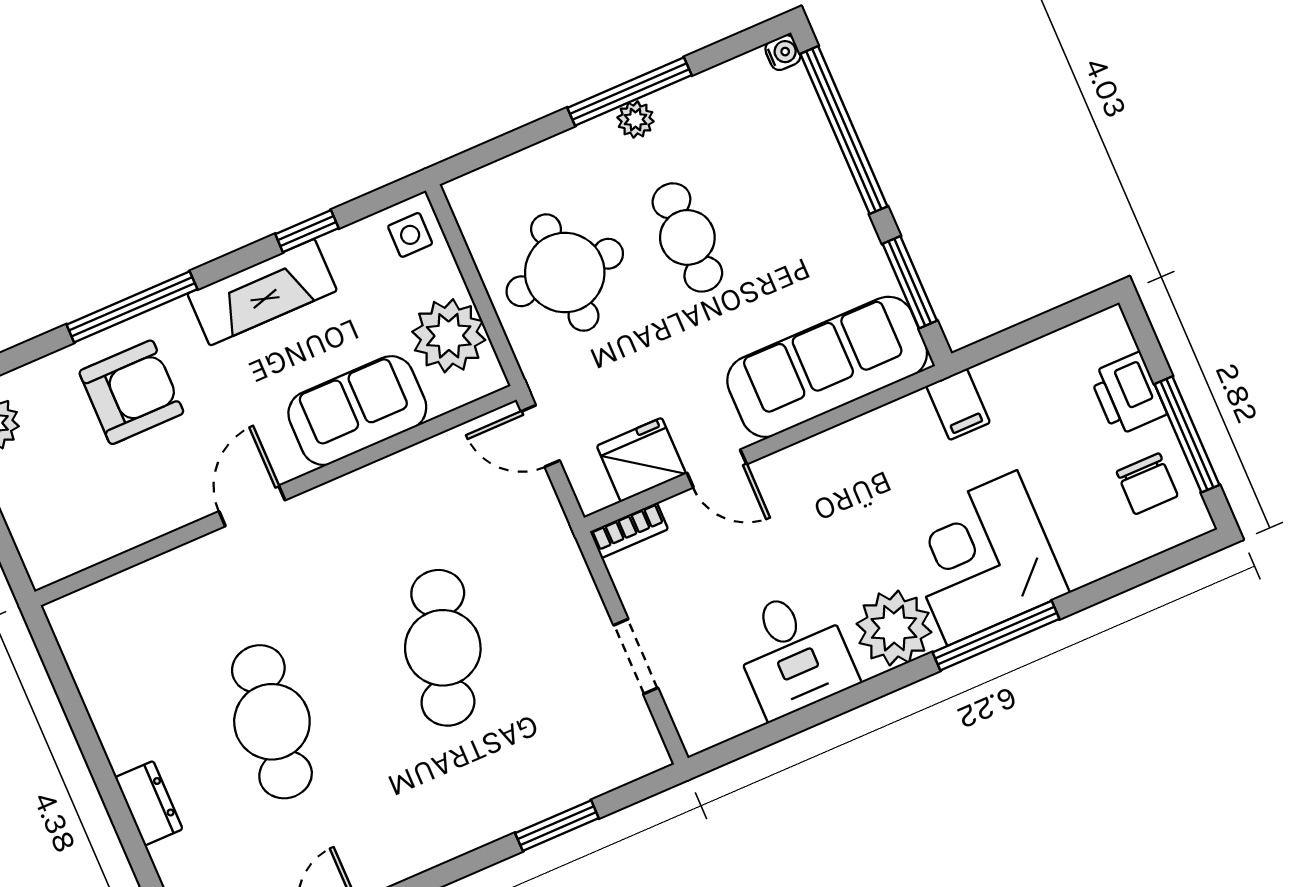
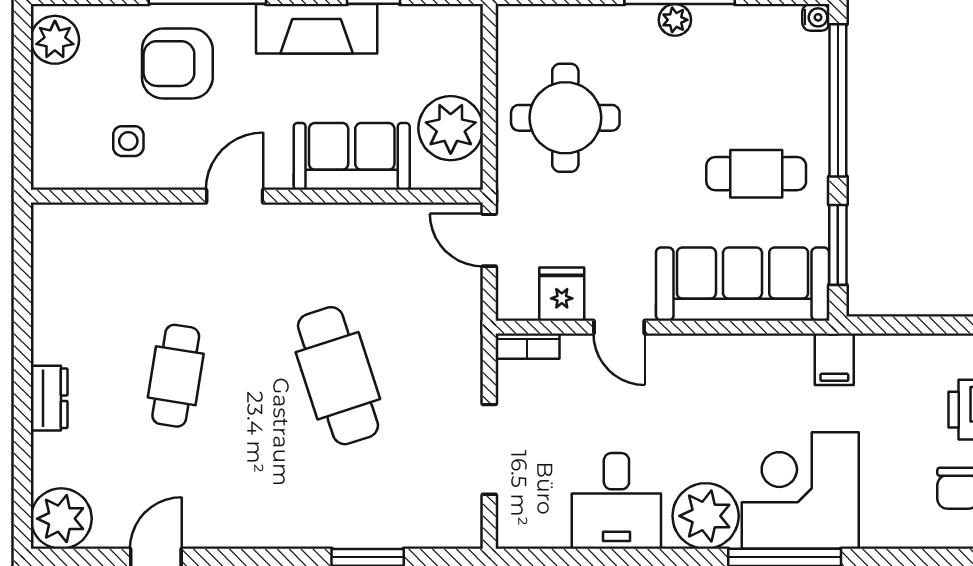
side table: (410, 235) -> (128, 141), moved
cafe table: (687, 237) -> (756, 174), moved, turned 90
armchair: (131, 392) -> (177, 64), turned 180
fridge: (641, 460) -> (562, 294), width x0.72
cafe table: (443, 648) -> (338, 376), turned -36
doorway: (636, 656) -> (489, 449), width x1.38
cafe table: (272, 722) -> (176, 376), width x0.73, depth x0.74

